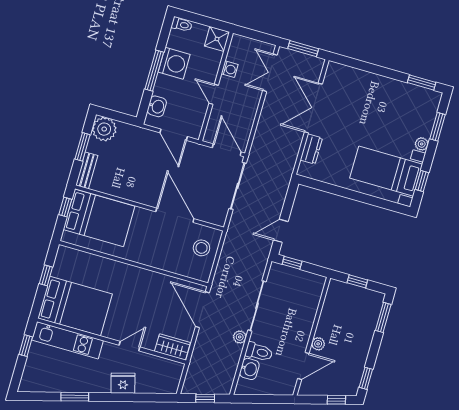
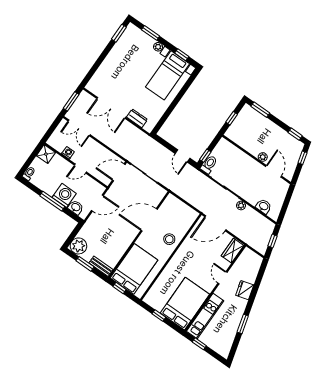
washing machine: (174, 63) -> (64, 195), moved
stool: (201, 248) -> (169, 239), moved
toilet: (259, 352) -> (209, 164), moved

